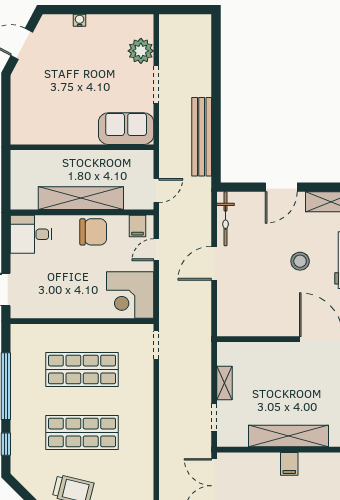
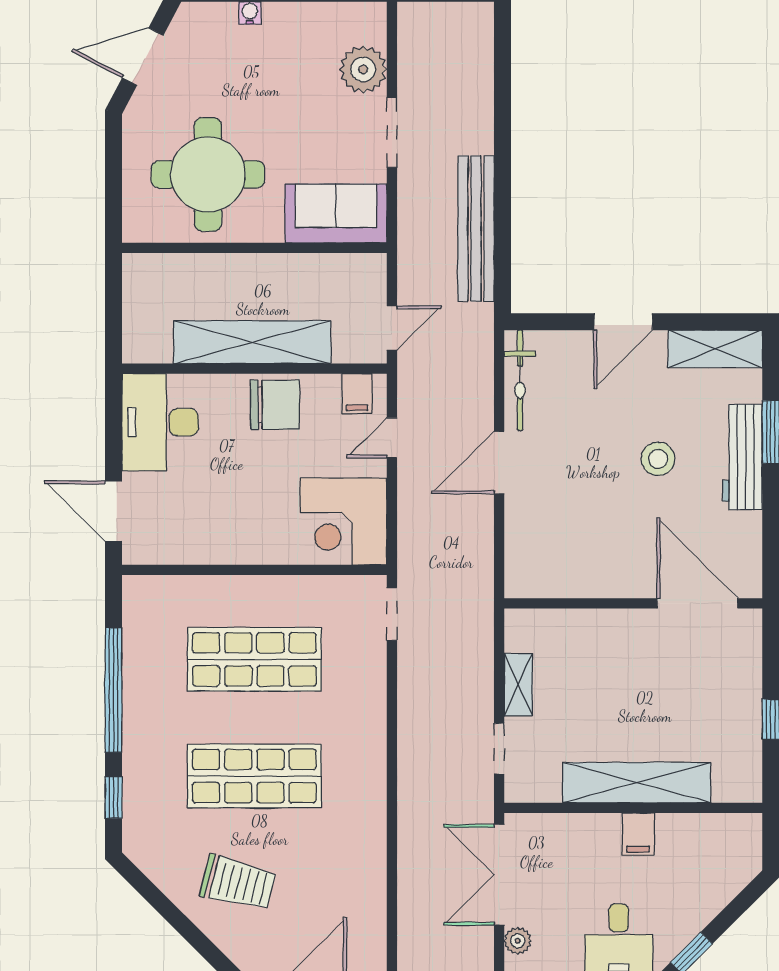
round table: (57, 108) -> (208, 174), added
desk: (31, 234) -> (160, 422), width x1.37

